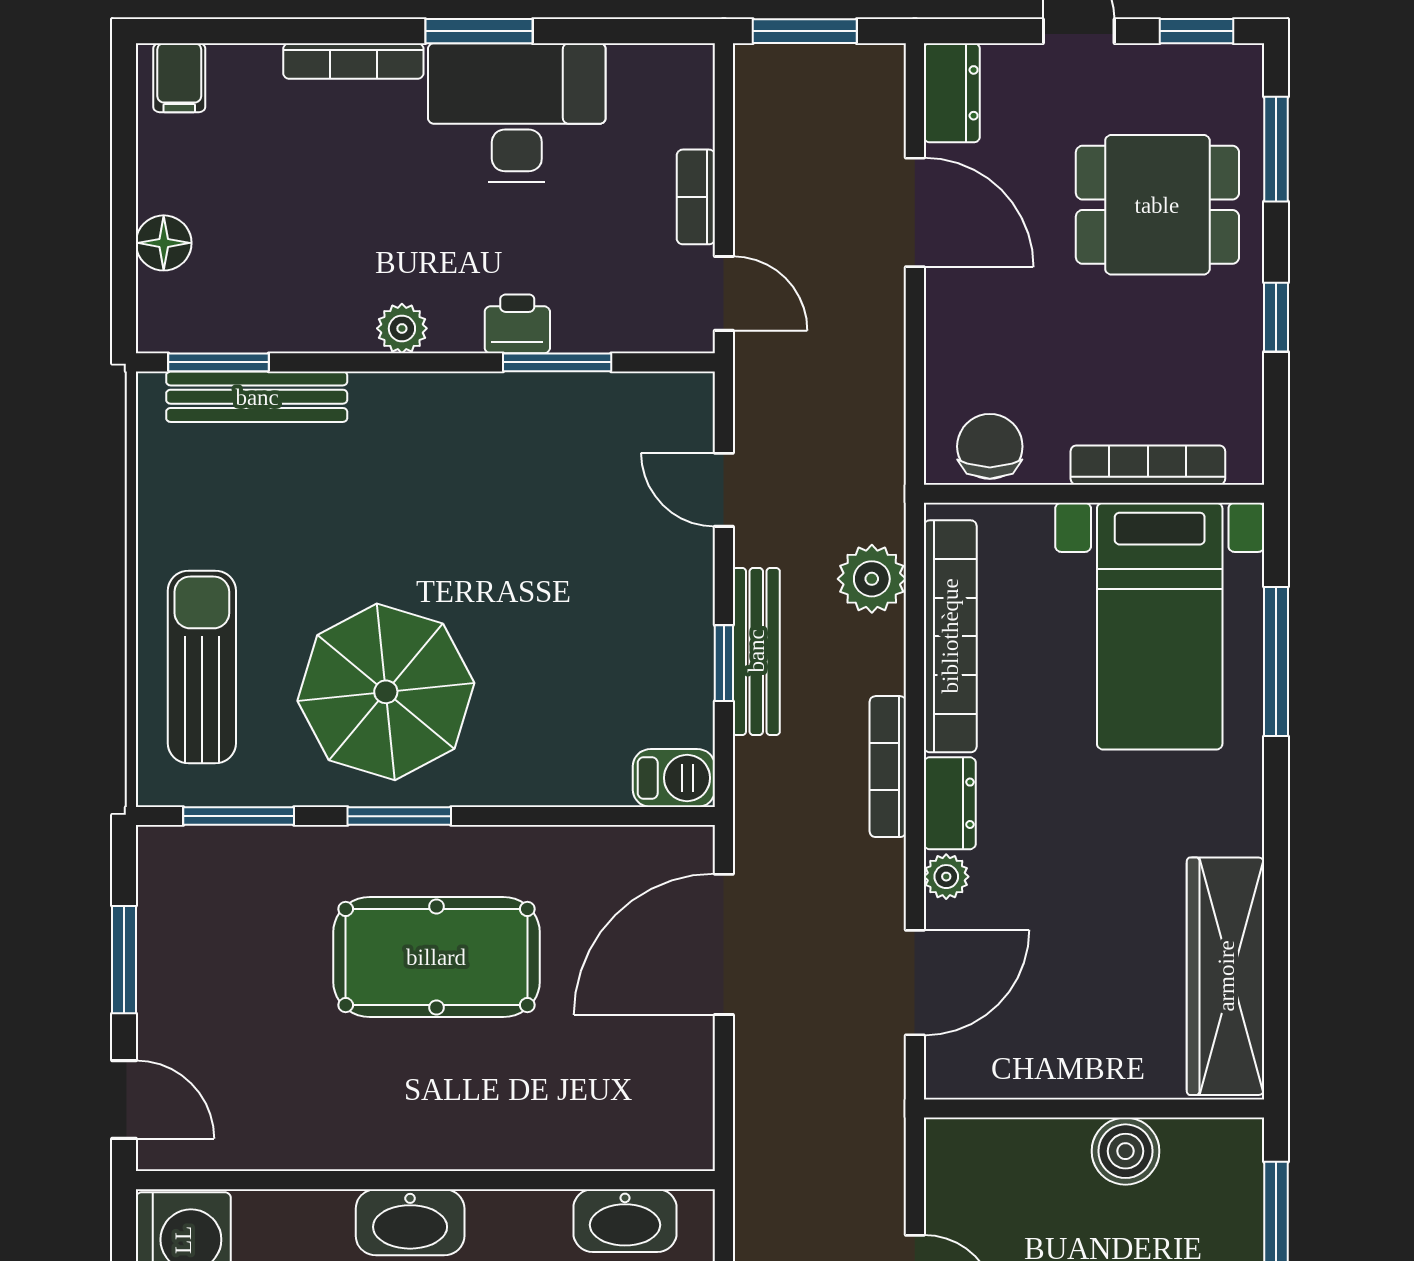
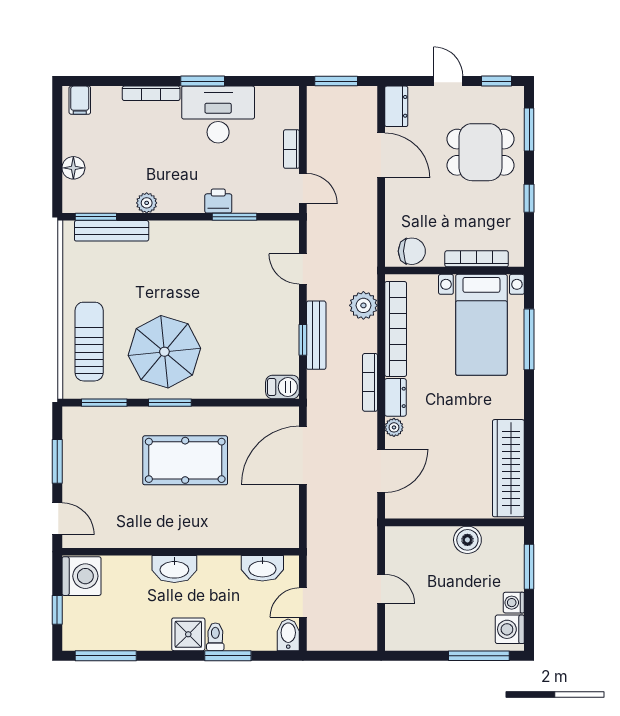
plant: (402, 328) -> (147, 203), moved
chair: (990, 446) -> (412, 251), turned 90

